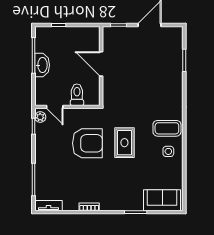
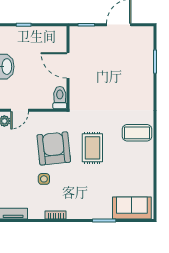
toilet: (77, 95) -> (60, 98), moved
door: (55, 107) -> (20, 110), hinge flipped
armchair: (87, 143) -> (54, 148), turned -96
side table: (168, 151) -> (44, 179), moved

